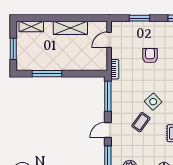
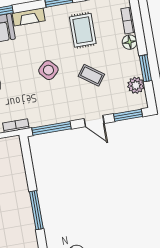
coffee table: (141, 122) -> (91, 75), moved

